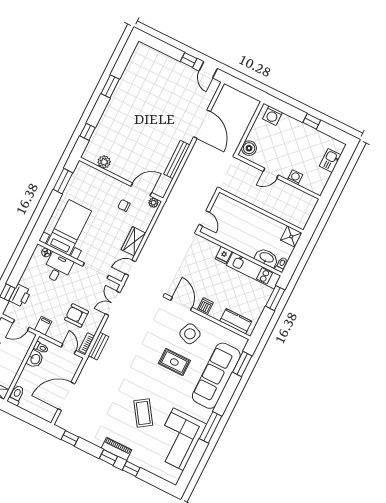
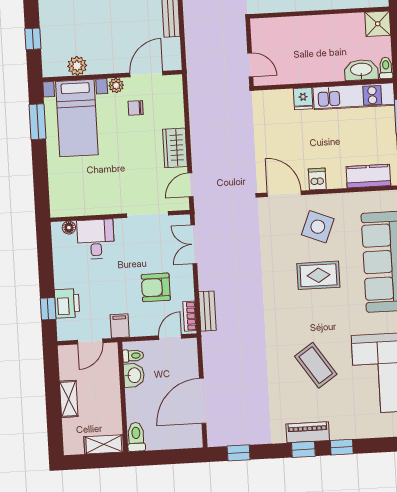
plant: (153, 203) -> (116, 85), moved
bed with nightstands: (69, 228) -> (77, 118), moved, turned 180
door: (69, 349) -> (170, 337), hinge flipped

